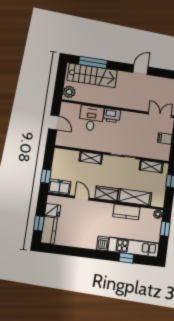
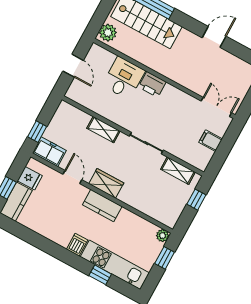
shelving: (135, 197) -> (141, 202), removed
kitchen counter: (126, 212) -> (102, 206), moved

